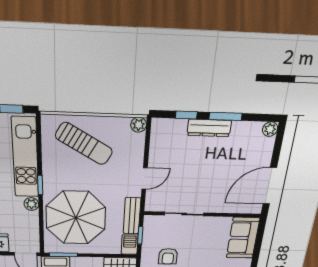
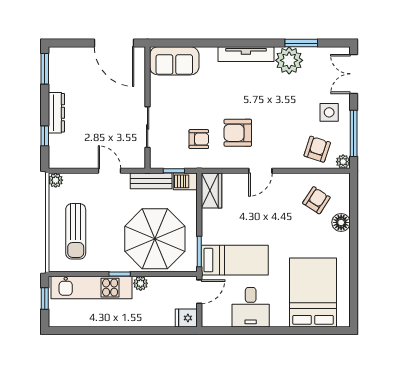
window: (226, 116) -> (45, 69), moved
plant: (270, 129) -> (55, 54), removed
sun lounger: (84, 144) -> (76, 231), turned 150

